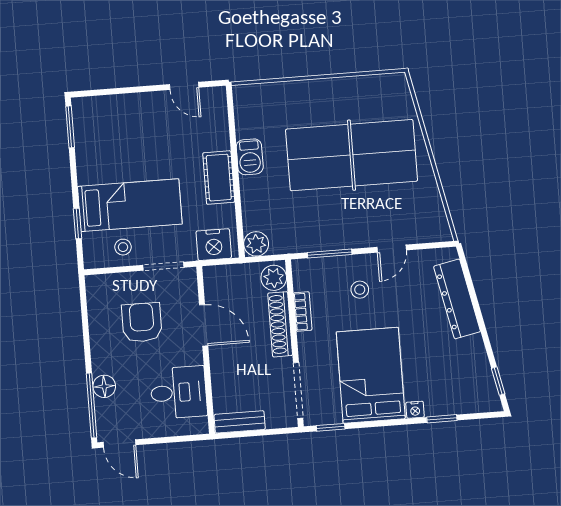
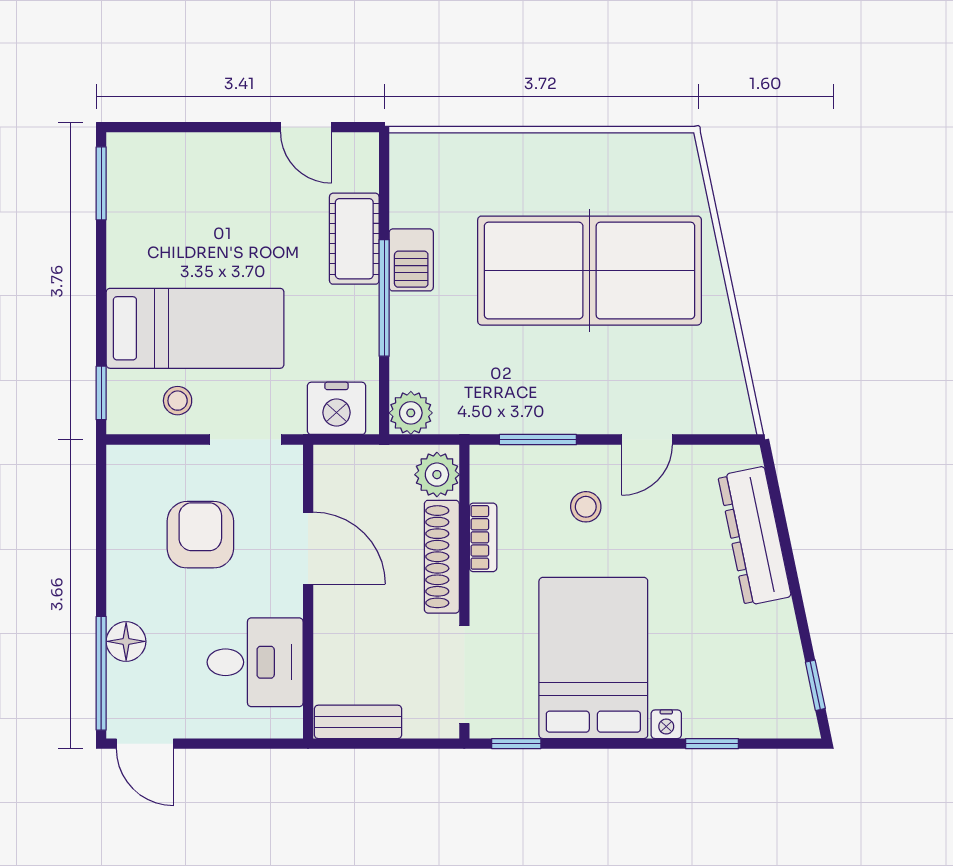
cot: (219, 178) -> (354, 239), moved
window: (236, 180) -> (384, 298), added
window: (77, 224) -> (101, 393), moved

